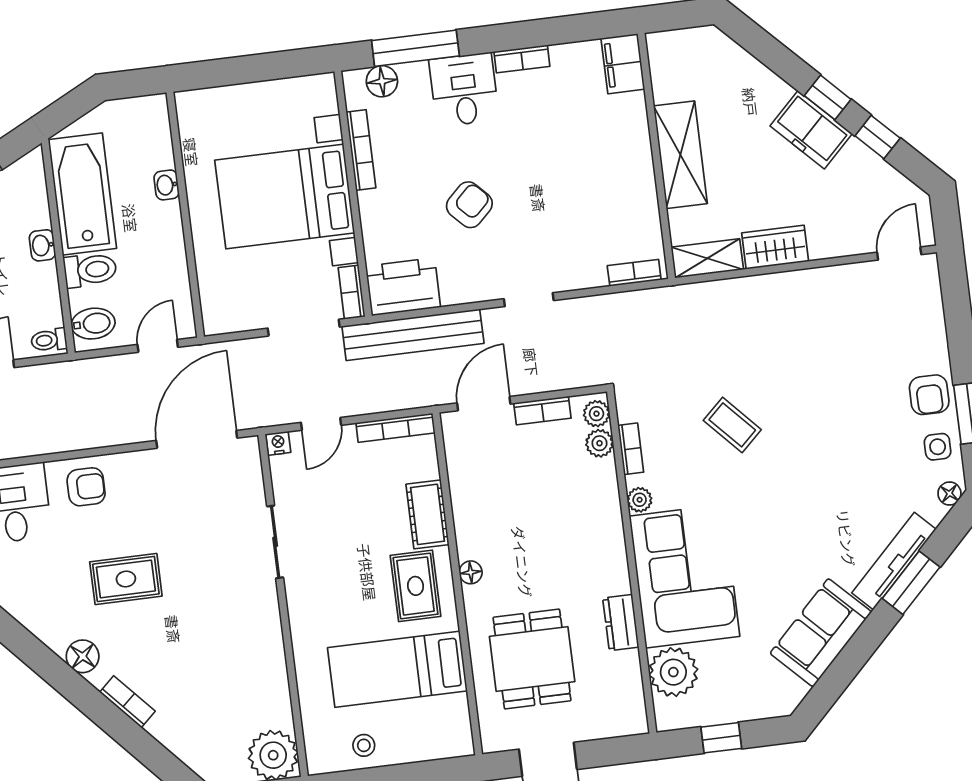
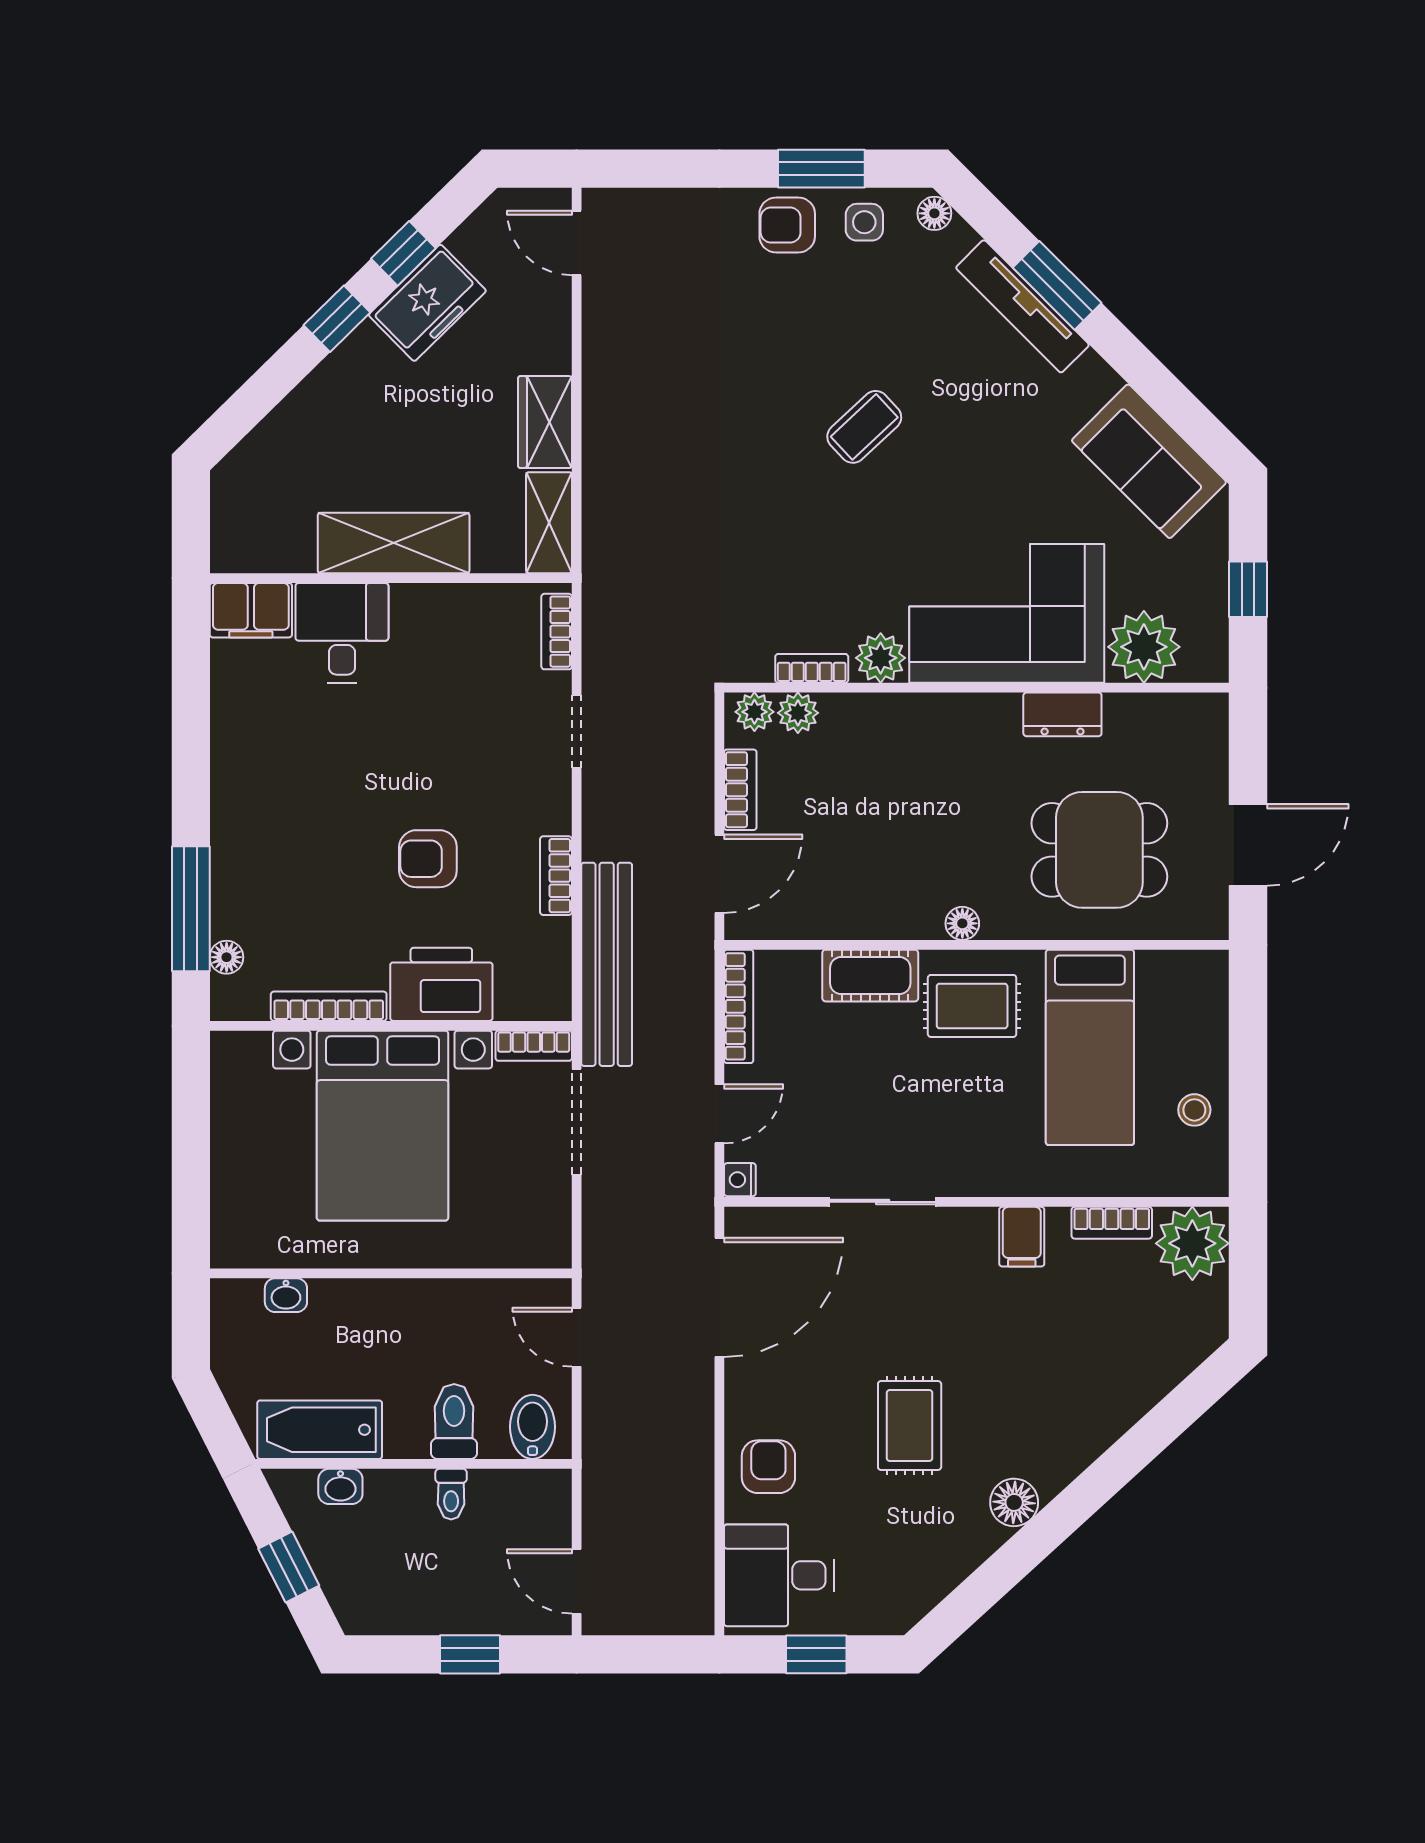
bookcase: (522, 59) -> (556, 876), moved, turned 180
floor lamp: (382, 81) -> (227, 957), width x0.73, depth x0.73
desk: (464, 90) -> (342, 633), moved, turned 90
freezer: (811, 130) -> (427, 303), moved
washbasin: (167, 185) -> (286, 1295), moved
bathtub: (82, 194) -> (320, 1430), width x0.73, depth x0.73
armchair: (469, 205) -> (428, 859), turned -46
washbasin: (42, 245) -> (340, 1486), moved
printer: (403, 287) -> (441, 984), moved, turned 90
doorway: (529, 300) -> (577, 732), moved
toilet: (49, 340) -> (451, 1494), moved
armchair: (929, 395) -> (787, 225), turned 180
door: (484, 404) -> (719, 874), swing flipped
door: (321, 424) -> (719, 1114), hinge flipped
coffee table: (732, 425) -> (864, 427), moved
door: (197, 439) -> (719, 1297), swing flipped
plant: (640, 500) -> (881, 658), width x1.38, depth x1.38
sofa: (821, 633) -> (1149, 461), moved
filing cabinet: (263, 639) -> (1022, 1237), added
bookcase: (127, 702) -> (1112, 1223), moved, turned -138

